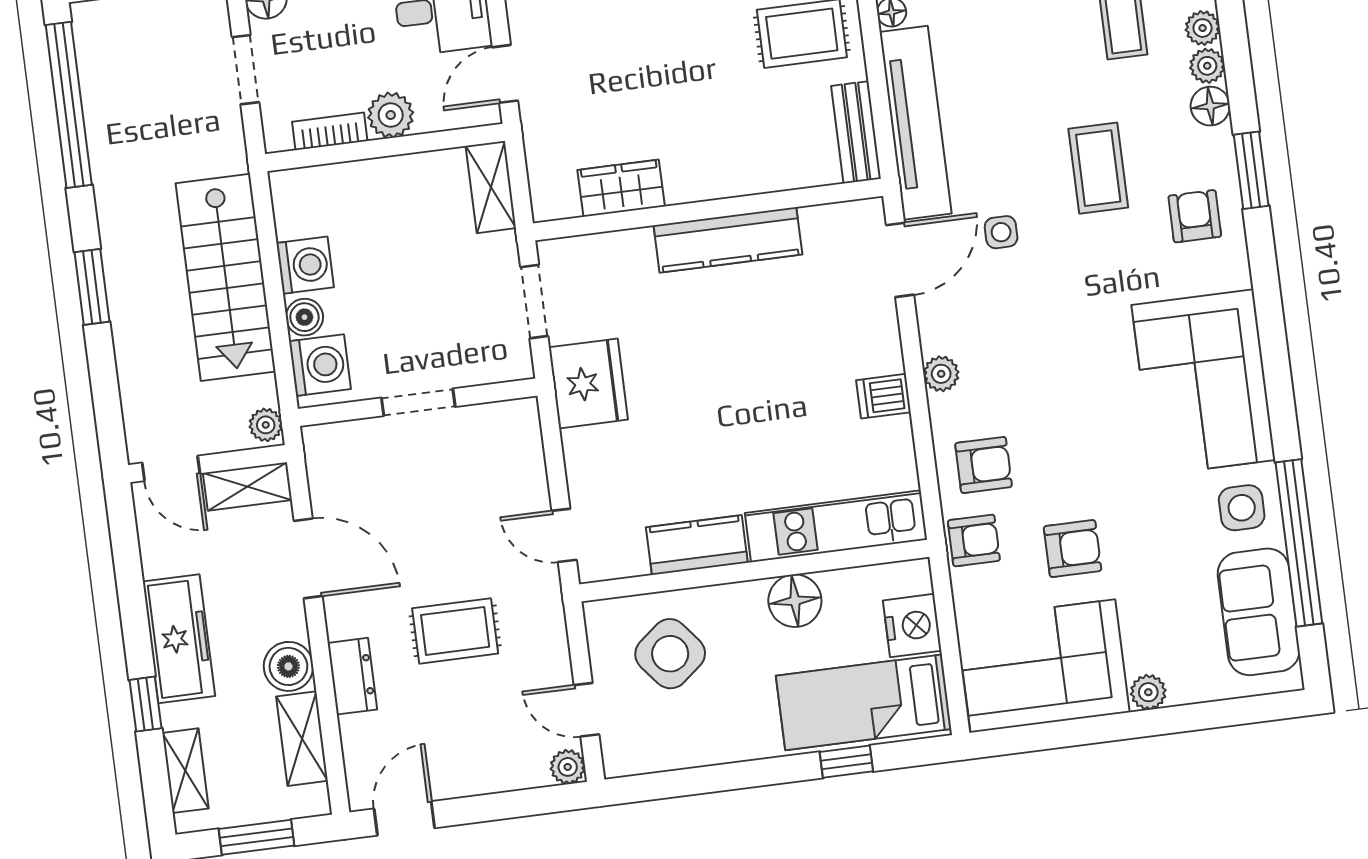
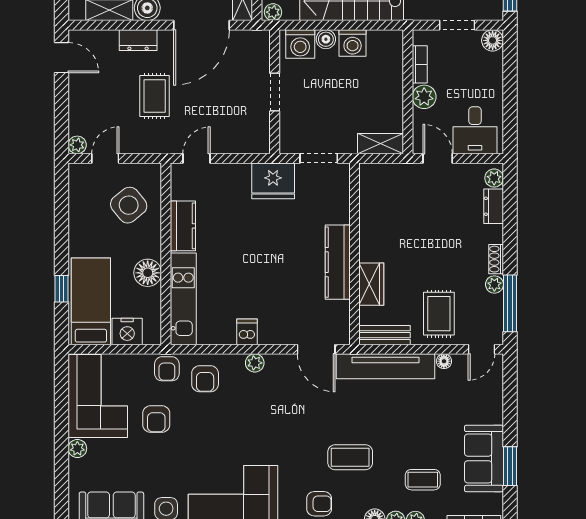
wardrobe: (621, 188) -> (371, 284), moved
side table: (1001, 232) -> (324, 403), removed
door: (308, 558) -> (202, 25), width x1.36

